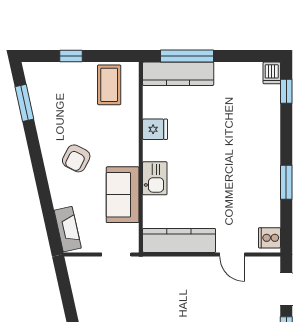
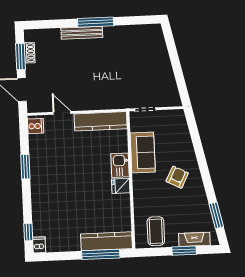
window: (71, 56) -> (184, 251), width x1.50
fridge: (155, 129) -> (121, 186), moved
fireplace: (68, 229) -> (194, 239), moved, turned 102

